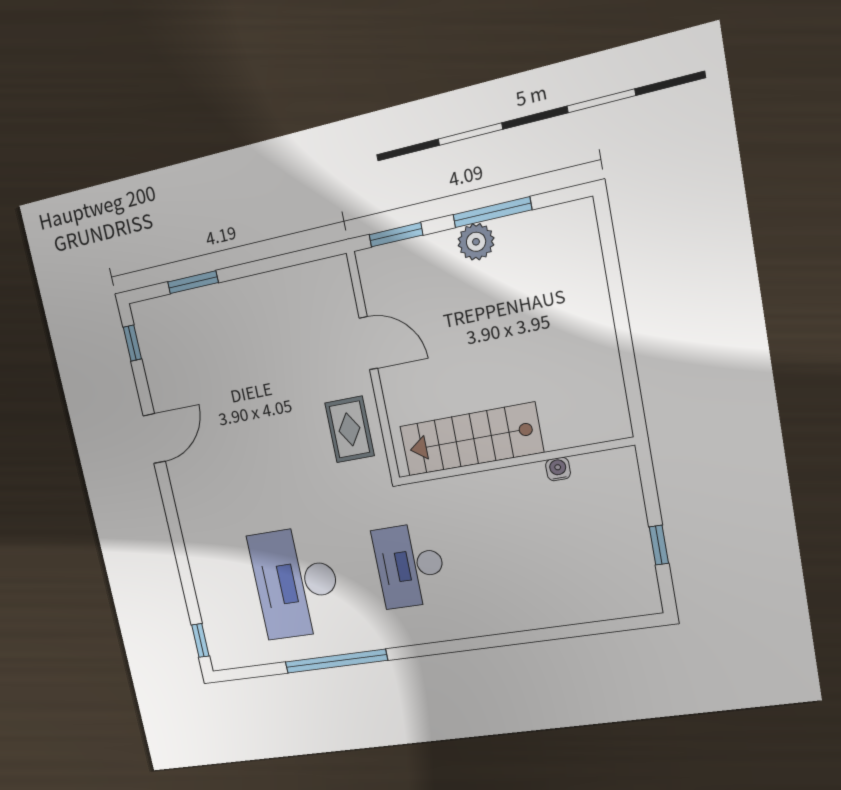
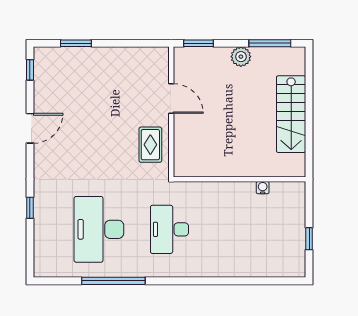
window: (492, 212) -> (270, 43), moved
stairs: (471, 439) -> (291, 114), moved, turned -90
window: (200, 640) -> (30, 208), moved

